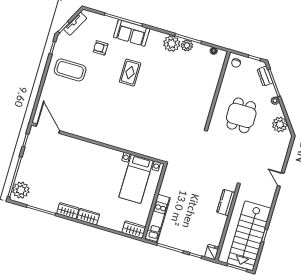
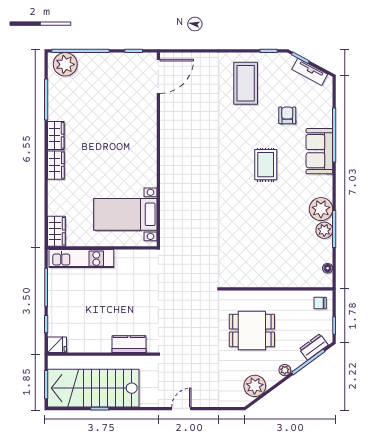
rug: (130, 73) -> (266, 165), turned 90

